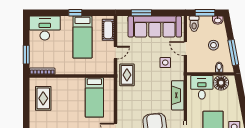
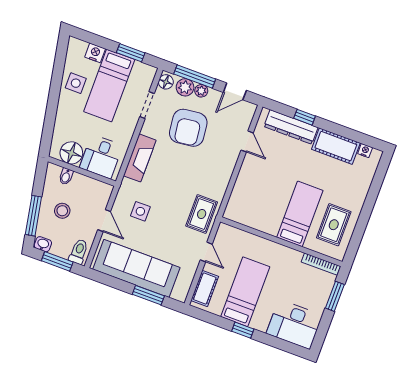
window: (233, 52) -> (33, 216), moved
door: (115, 53) -> (206, 252), swing flipped
bed: (94, 97) -> (300, 214), moved

